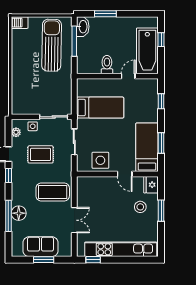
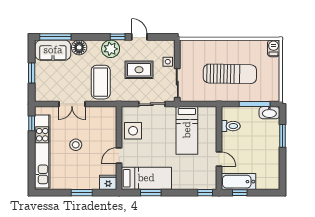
window: (161, 40) -> (240, 193), moved
sun lounger: (52, 45) -> (230, 74), moved
bathtub: (147, 51) -> (238, 182), width x0.73, depth x0.73
toilet: (107, 65) -> (231, 126), moved
window: (161, 101) -> (205, 193), moved
plant: (16, 132) -> (111, 49), moved, width x1.87, depth x1.87
rug: (41, 154) -> (139, 70), turned 90
stool: (140, 207) -> (76, 145), moved
window: (8, 216) -> (55, 37), moved
sofa: (41, 247) -> (53, 50), moved, turned 90

